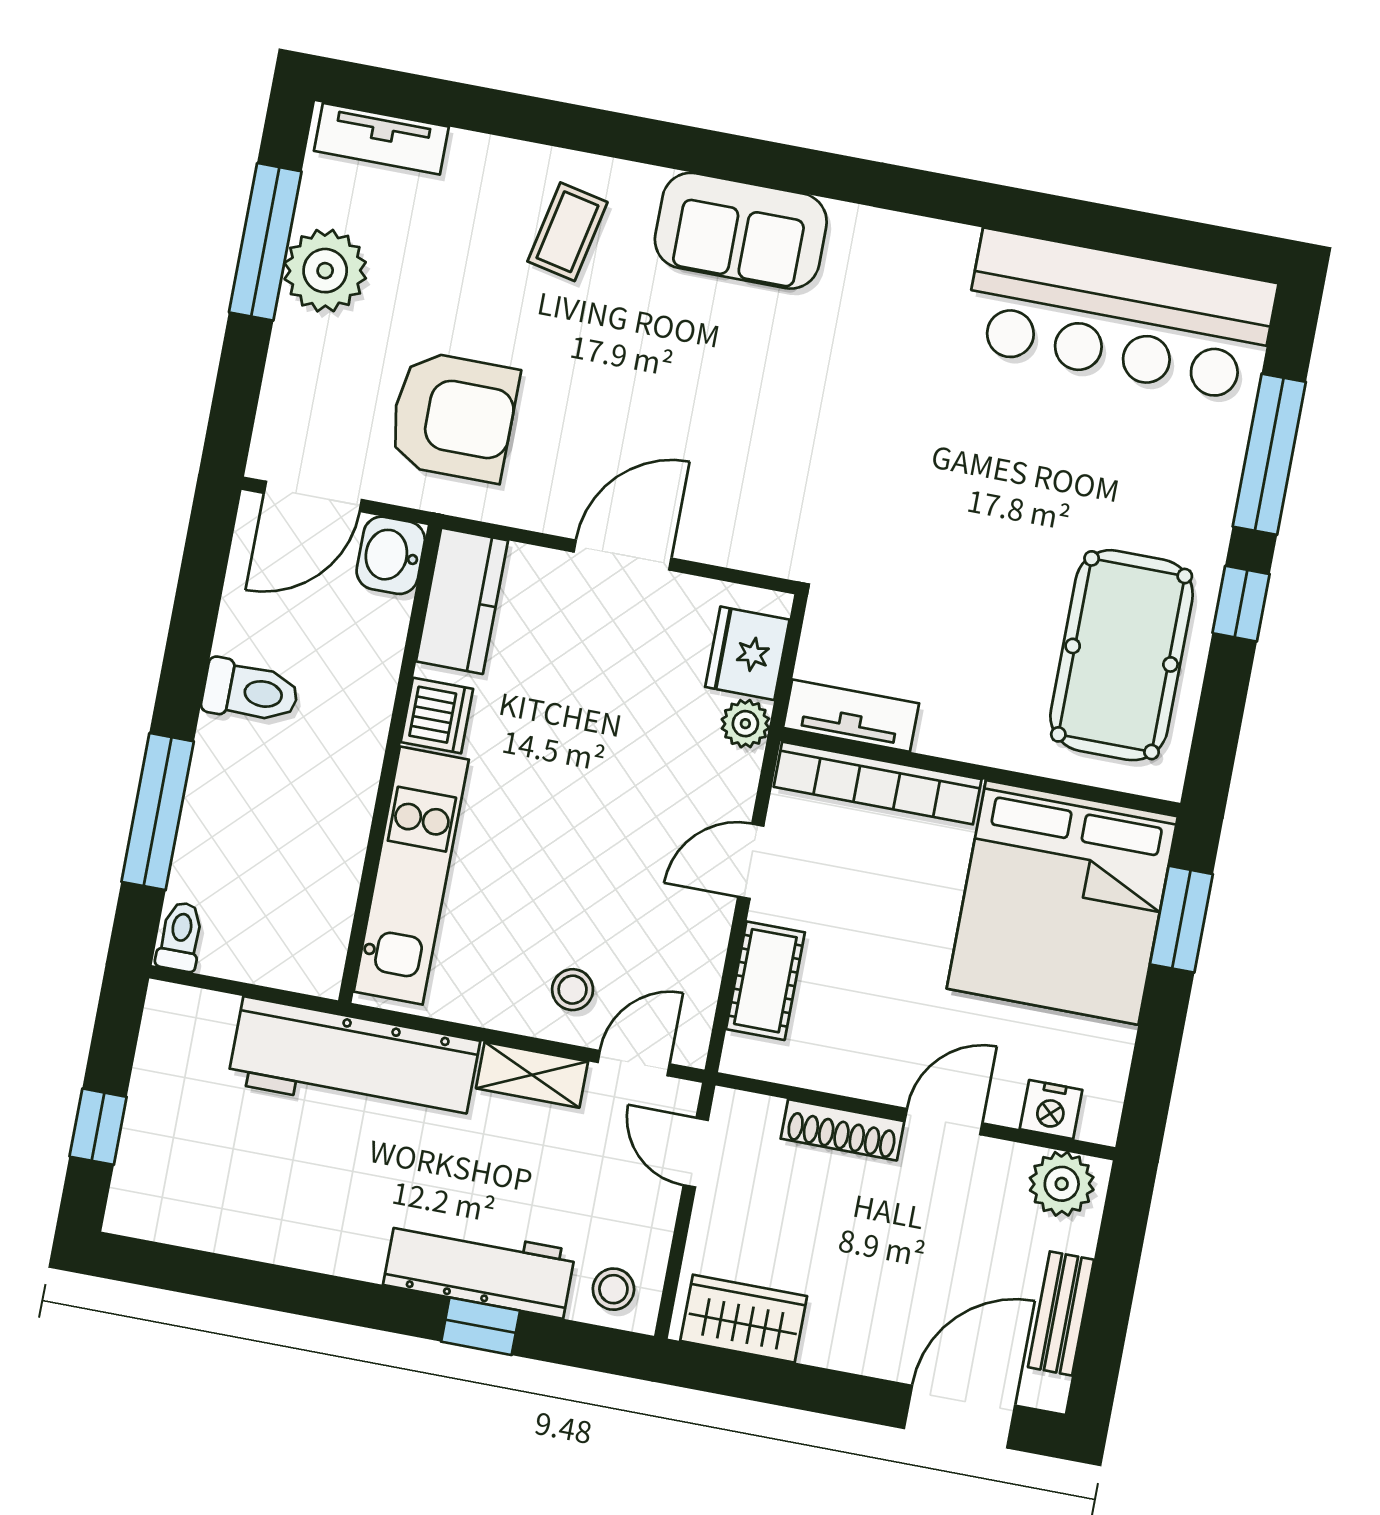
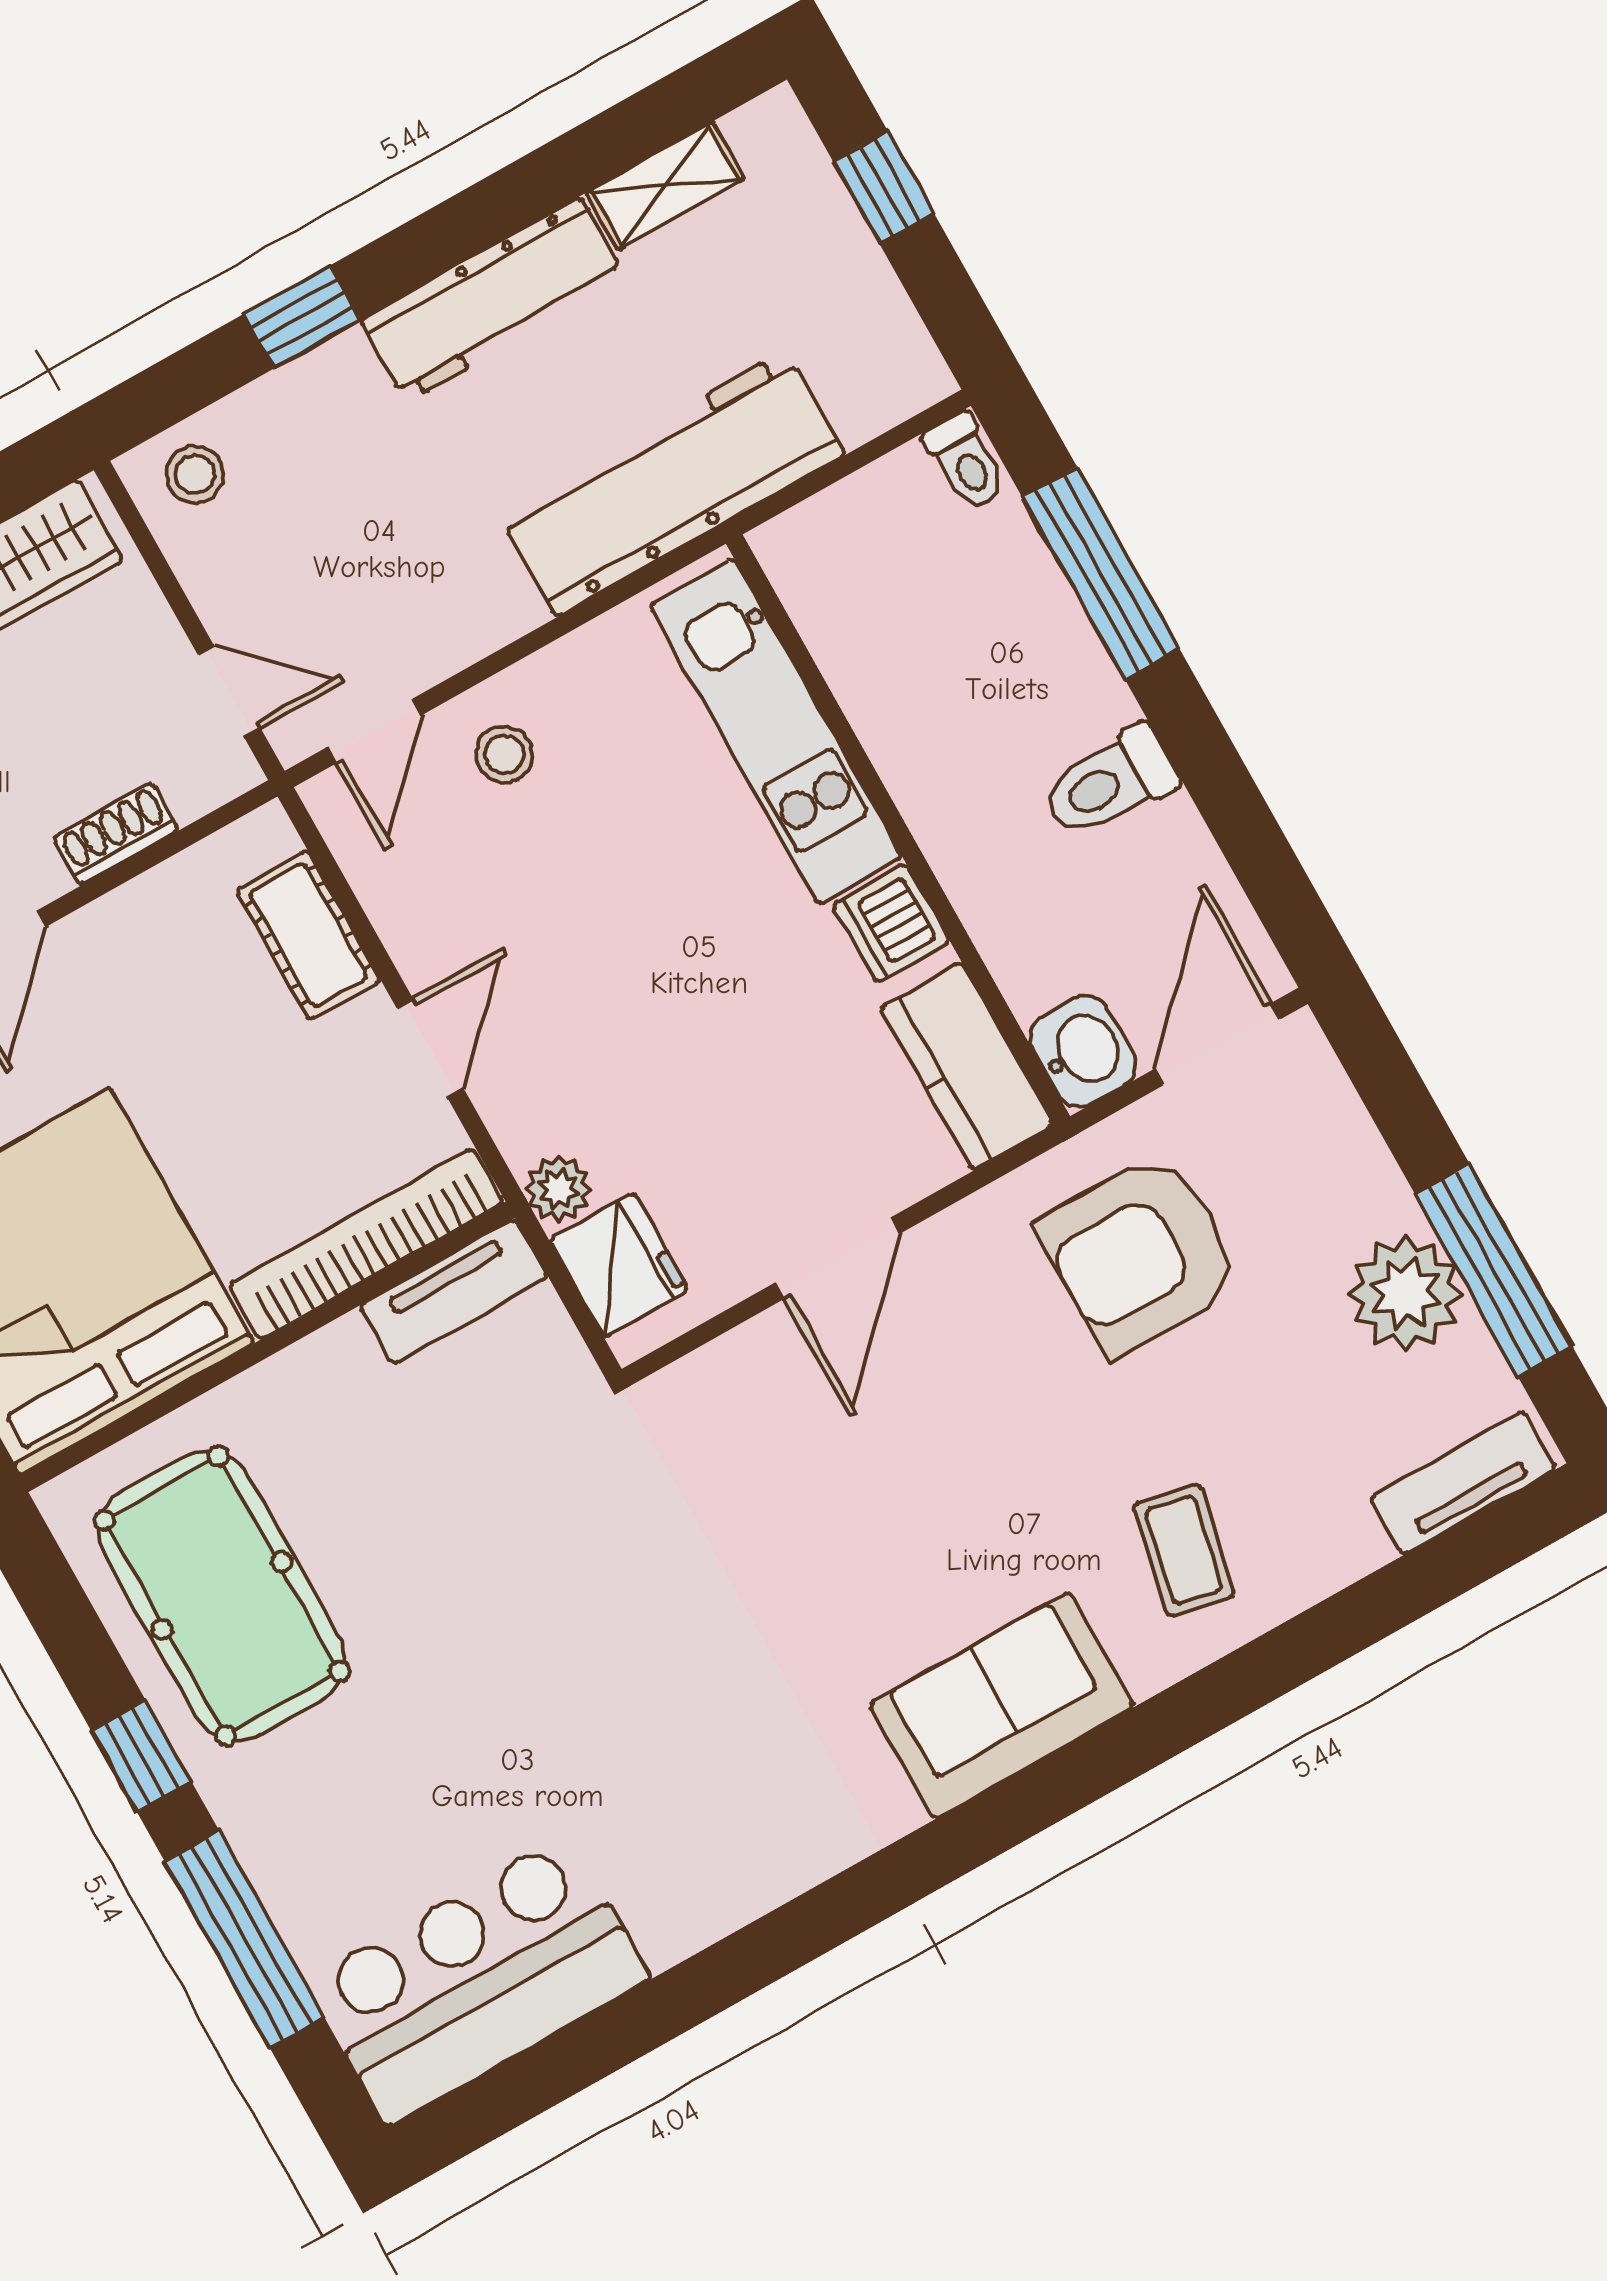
bar counter: (1119, 316) -> (478, 1980), width x0.73
shelving: (532, 1075) -> (665, 186), moved
shoe rack: (842, 1130) -> (116, 834), width x0.70
workbench: (479, 1268) -> (493, 299), moved

